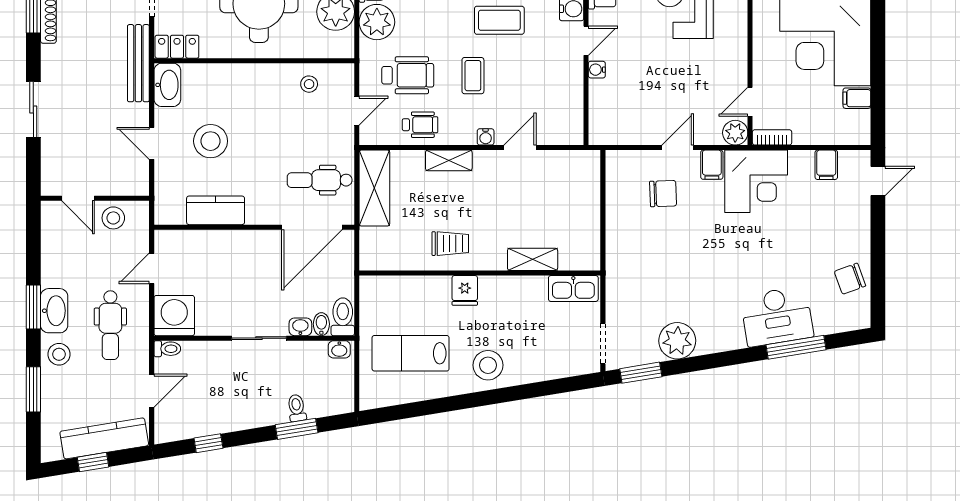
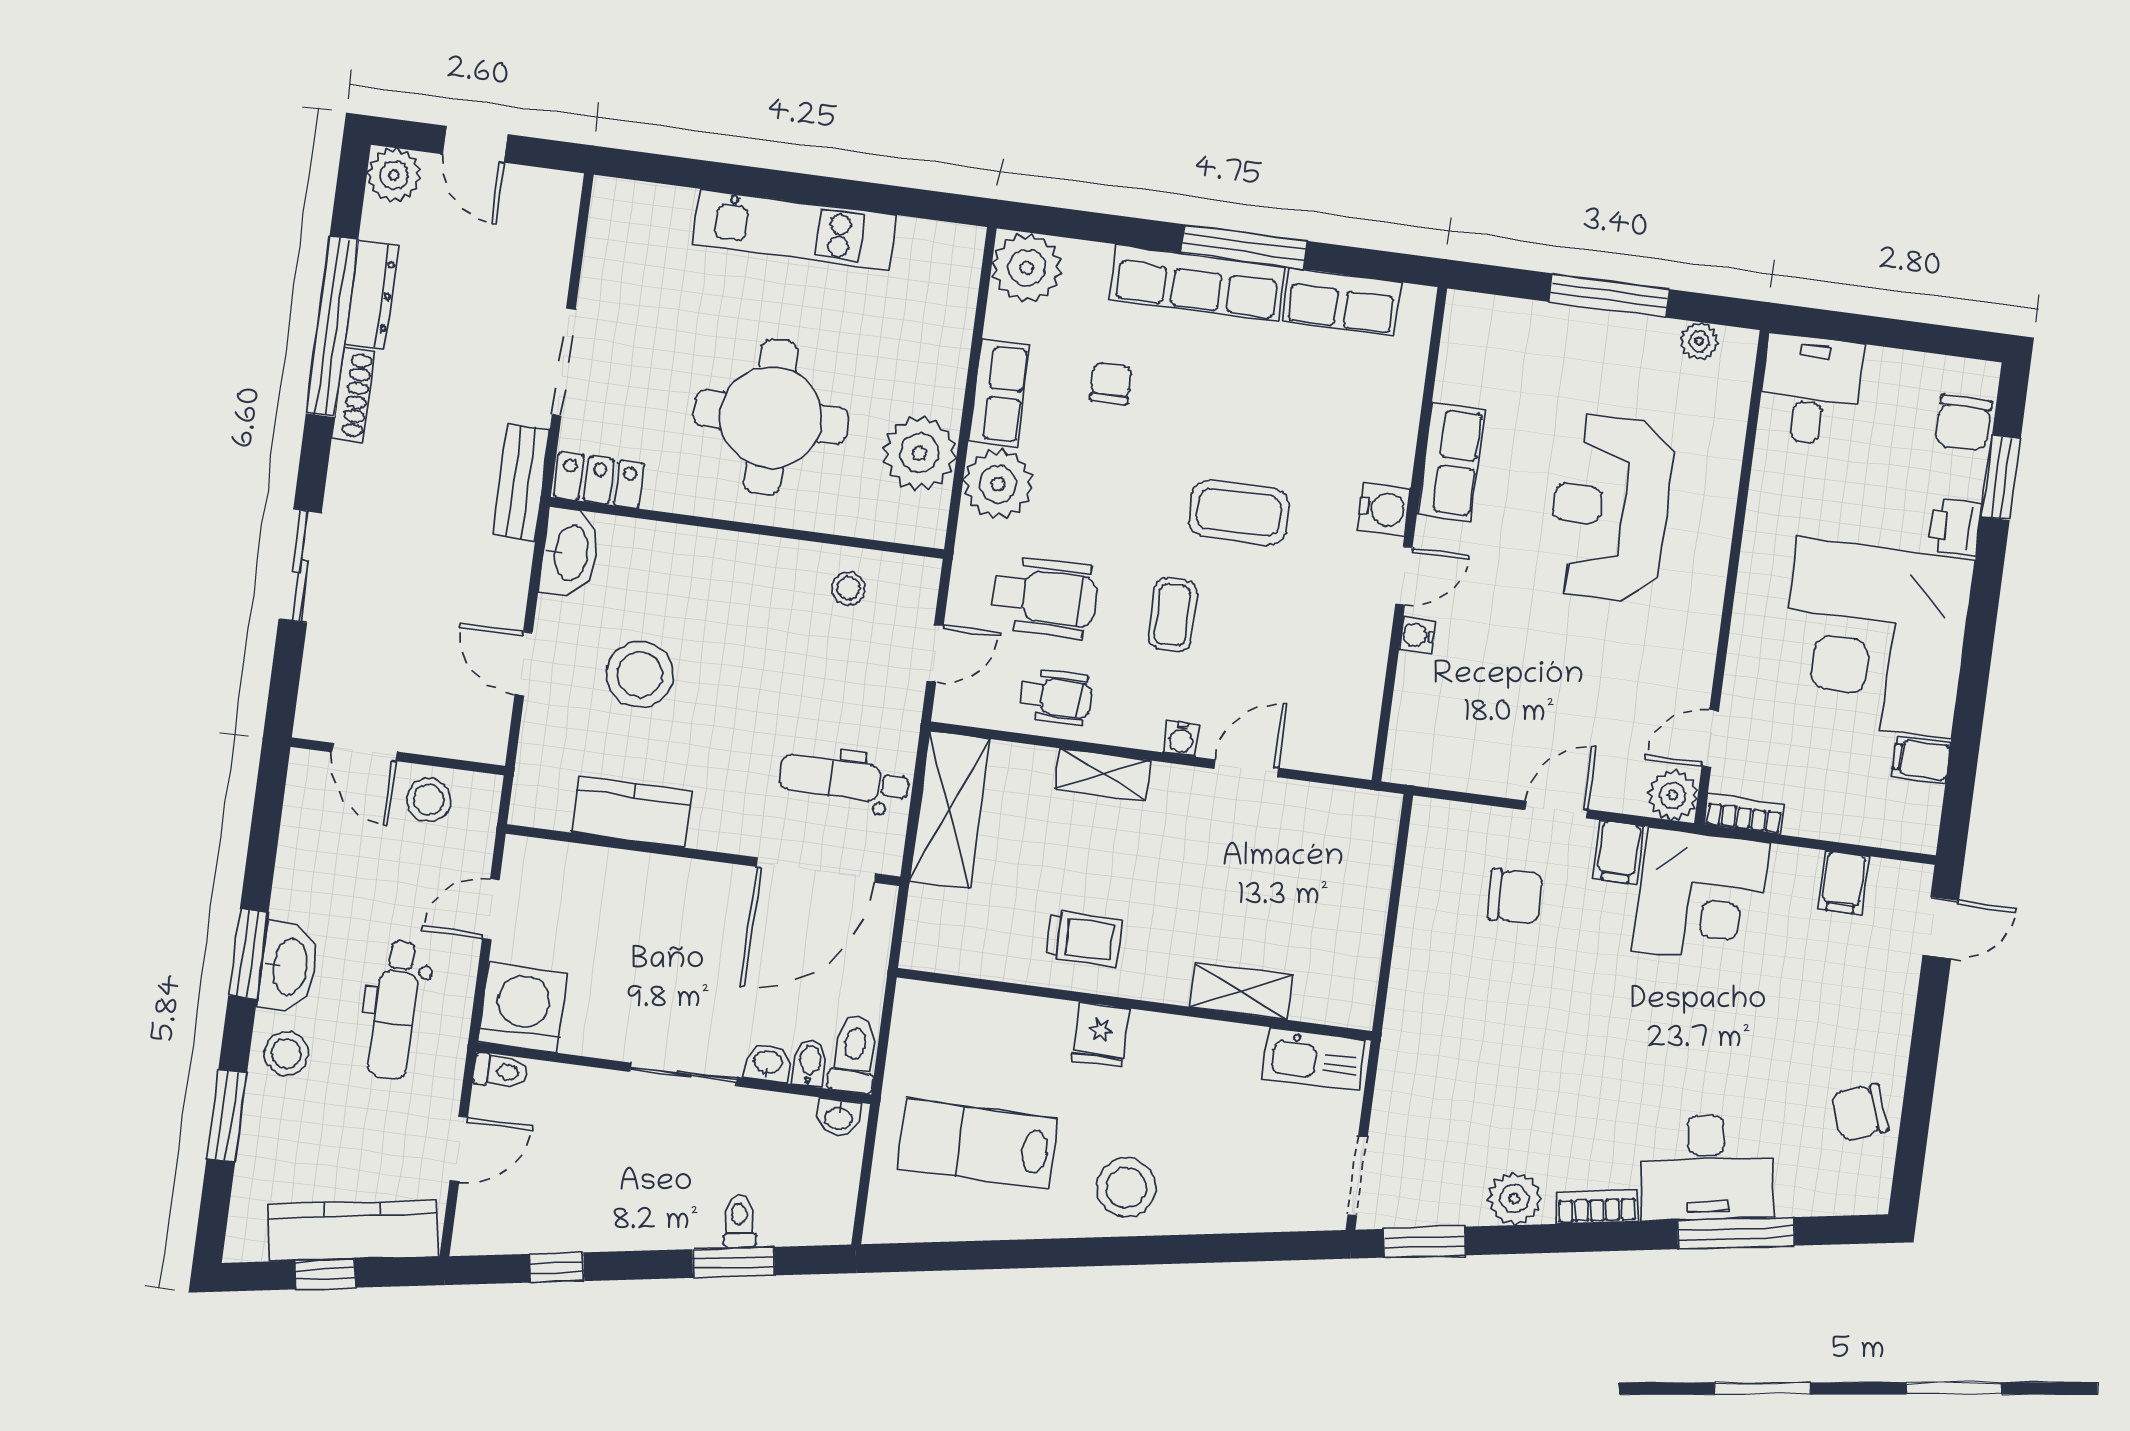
bench: (138, 63) -> (521, 482), width x0.73
plant: (677, 341) -> (1514, 1199), width x0.73, depth x0.73
bookcase: (725, 343) -> (1597, 1207), added

